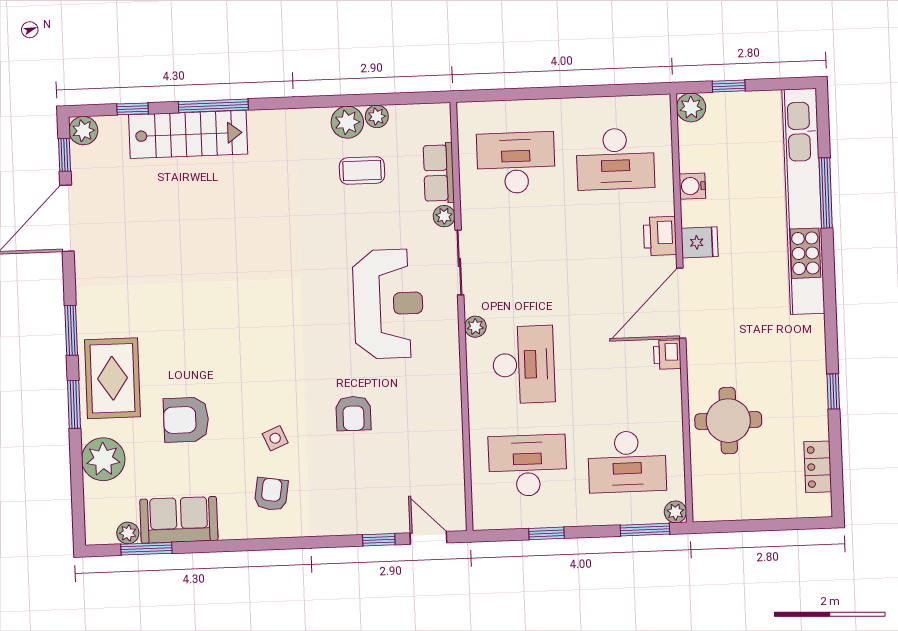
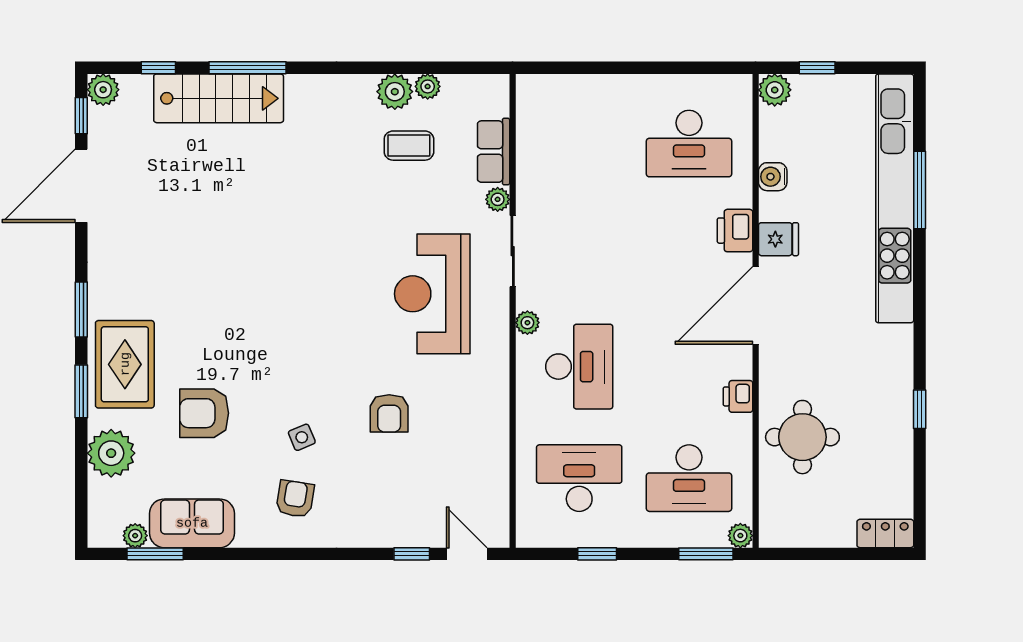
desk: (516, 163) -> (579, 144), removed
reception desk: (388, 304) -> (432, 294), turned 180
printer: (667, 355) -> (738, 396), moved
locker: (818, 467) -> (885, 533), moved, turned 90

